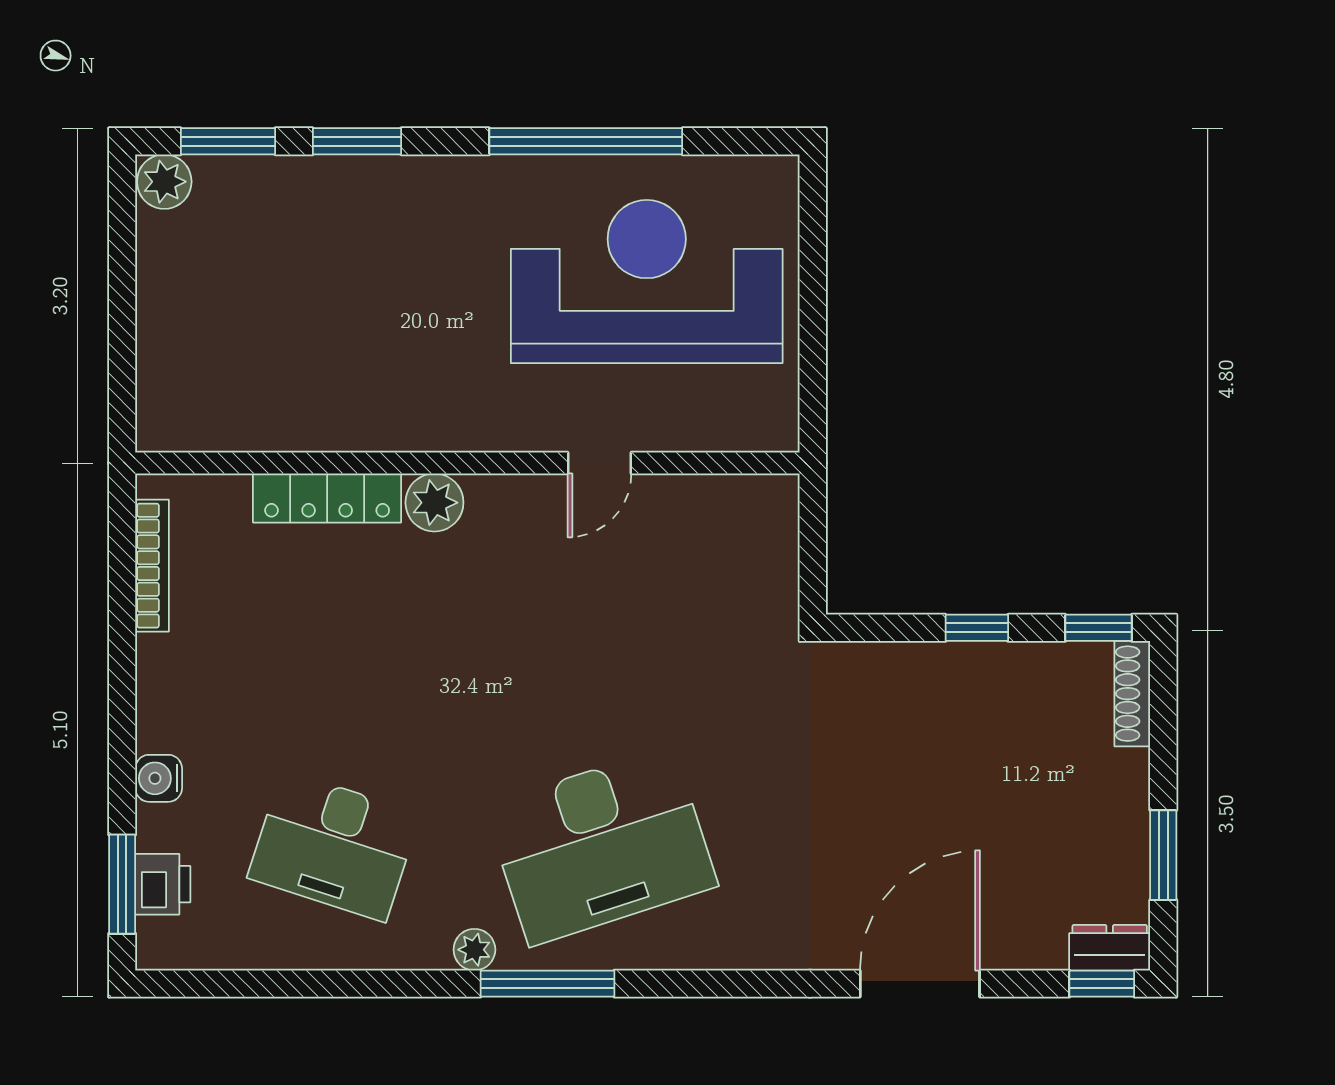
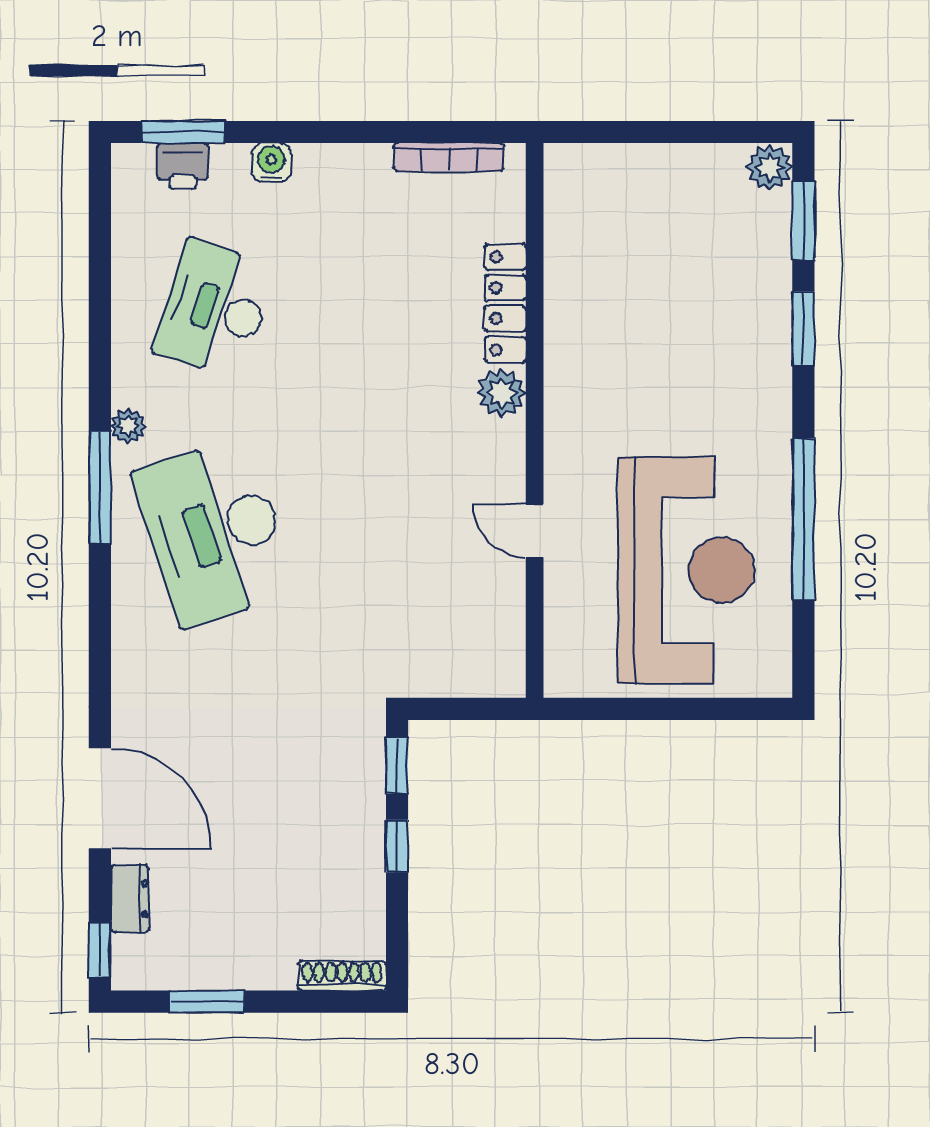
window: (1098, 628) -> (397, 766), moved
dresser: (1110, 948) -> (130, 899), moved

